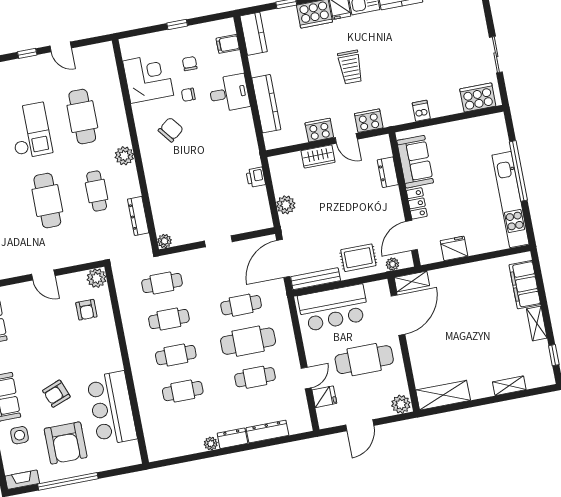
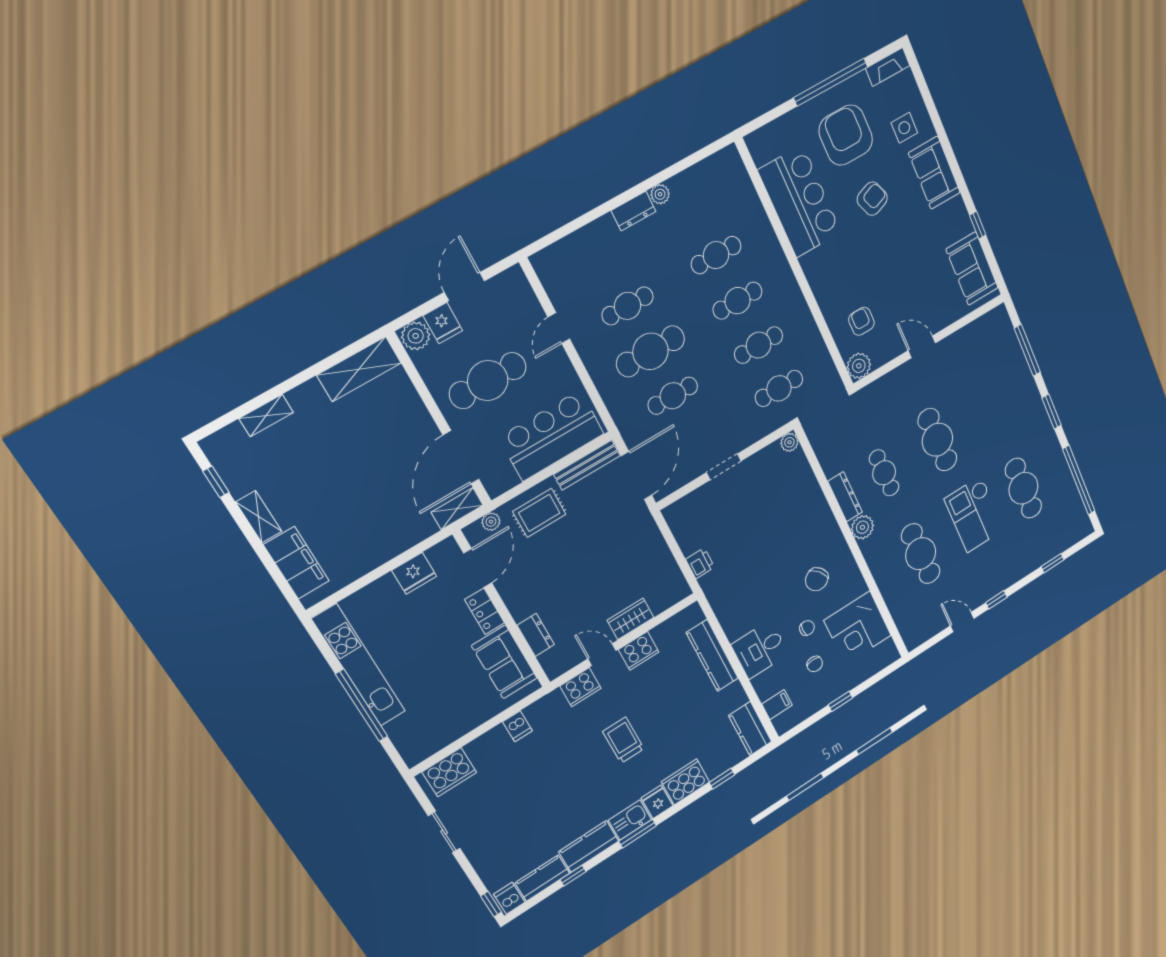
plant: (286, 205) -> (653, 544), removed
dresser: (138, 216) -> (845, 497), moved
fridge: (324, 397) -> (443, 323), moved, turned -90
dresser: (267, 431) -> (589, 236), removed

